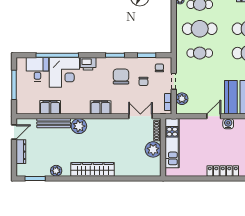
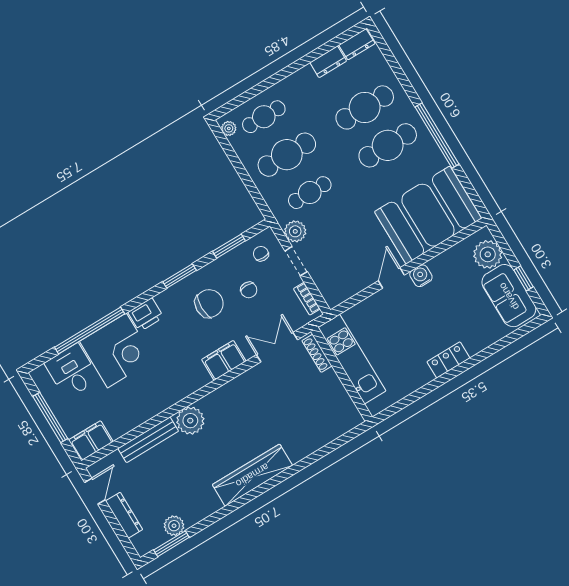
chair: (121, 76) -> (209, 303), turned 90
plant: (182, 99) -> (295, 231), moved
filing cabinet: (50, 107) -> (91, 441), moved
filing cabinet: (101, 107) -> (224, 360), moved
plant: (153, 149) -> (328, 387), removed
plant: (56, 171) -> (174, 526), moved
locker: (223, 171) -> (448, 360), width x0.66

